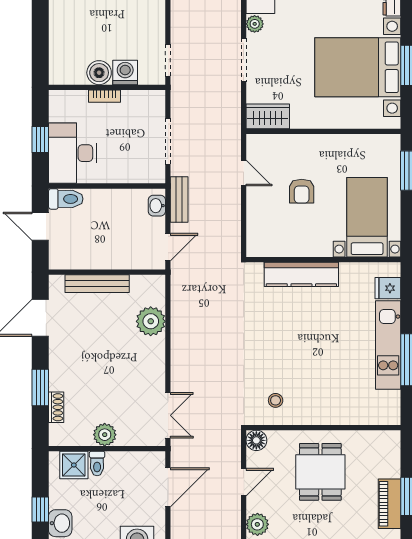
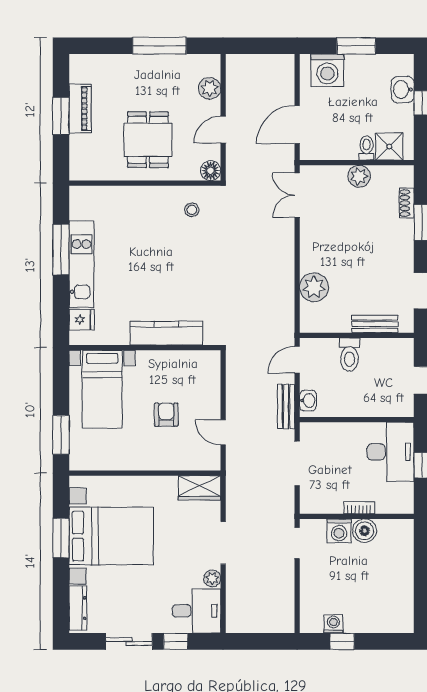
toilet: (66, 199) -> (349, 355), moved, turned -90
bench: (97, 284) -> (375, 324), width x0.73

